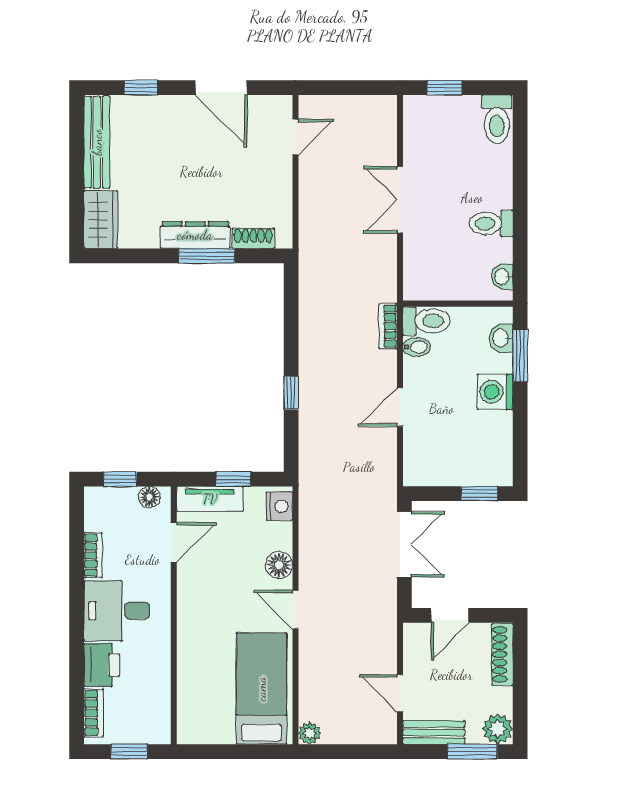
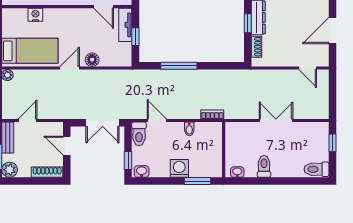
window: (207, 256) -> (248, 23), width x0.67
toilet: (426, 321) -> (139, 134), moved
washbasin: (501, 338) -> (142, 172), moved
bidet: (417, 347) -> (189, 129), moved
window: (291, 393) -> (179, 66), width x2.17
door: (400, 407) -> (157, 121), moved
nightstand: (279, 506) -> (35, 15), moved, turned 180

